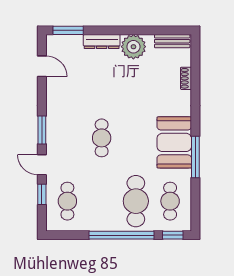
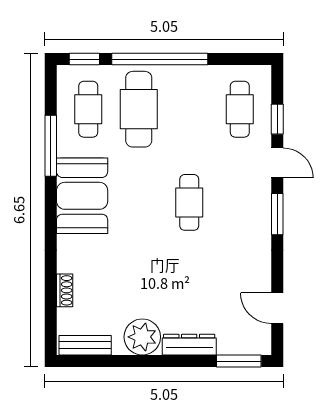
window: (195, 157) -> (51, 146), moved

